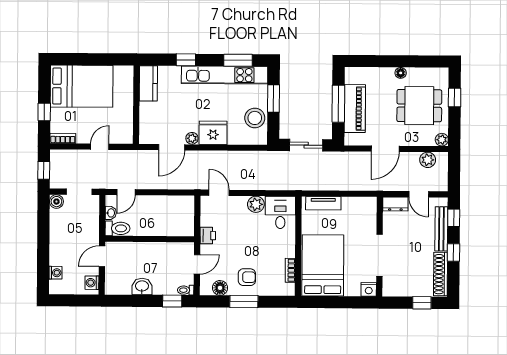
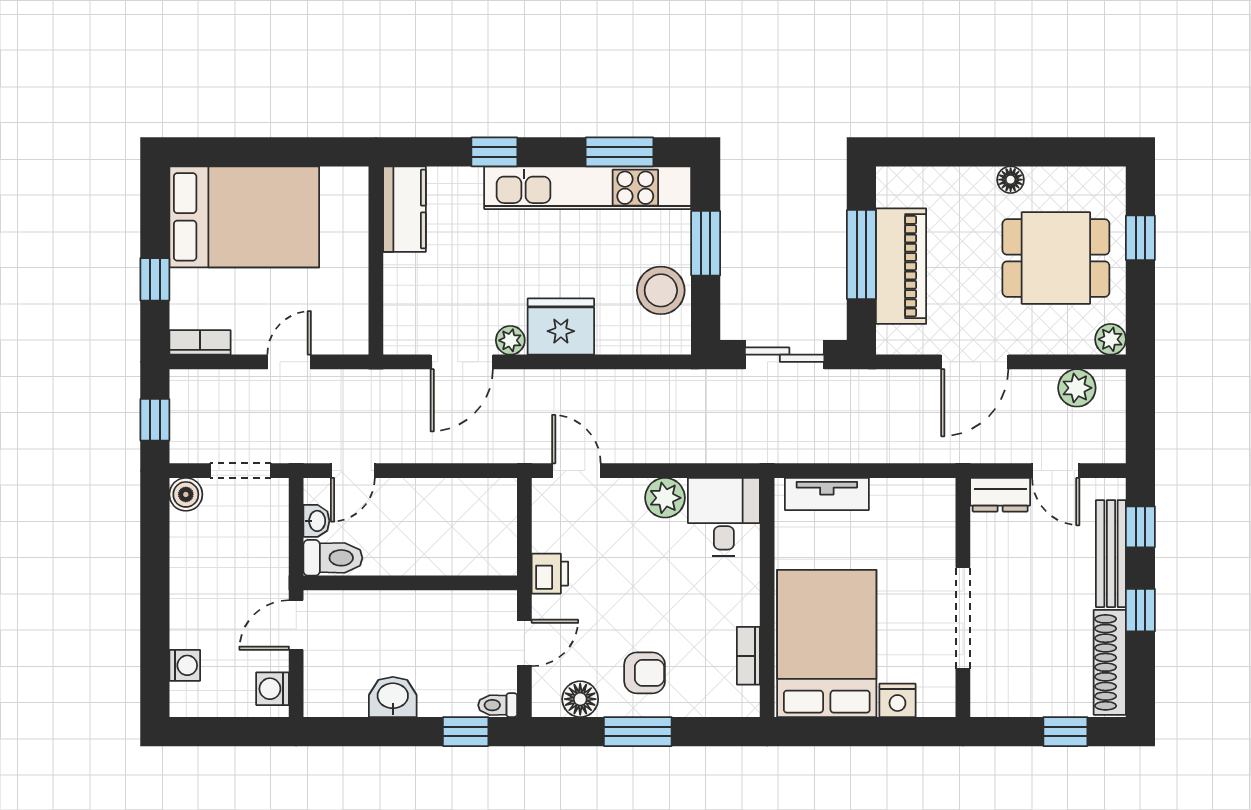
nightstand: (369, 289) -> (897, 700), moved

